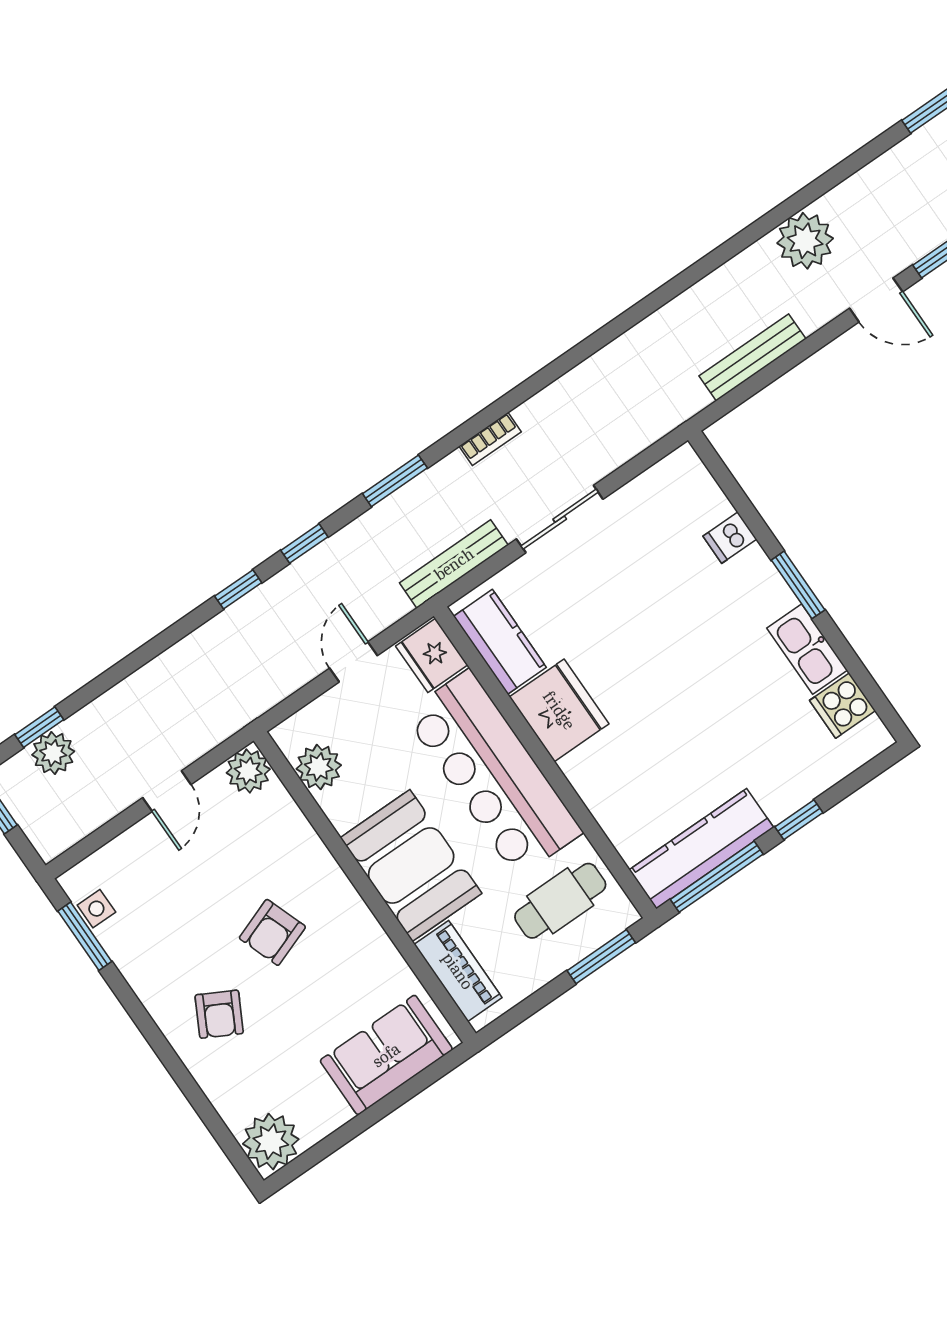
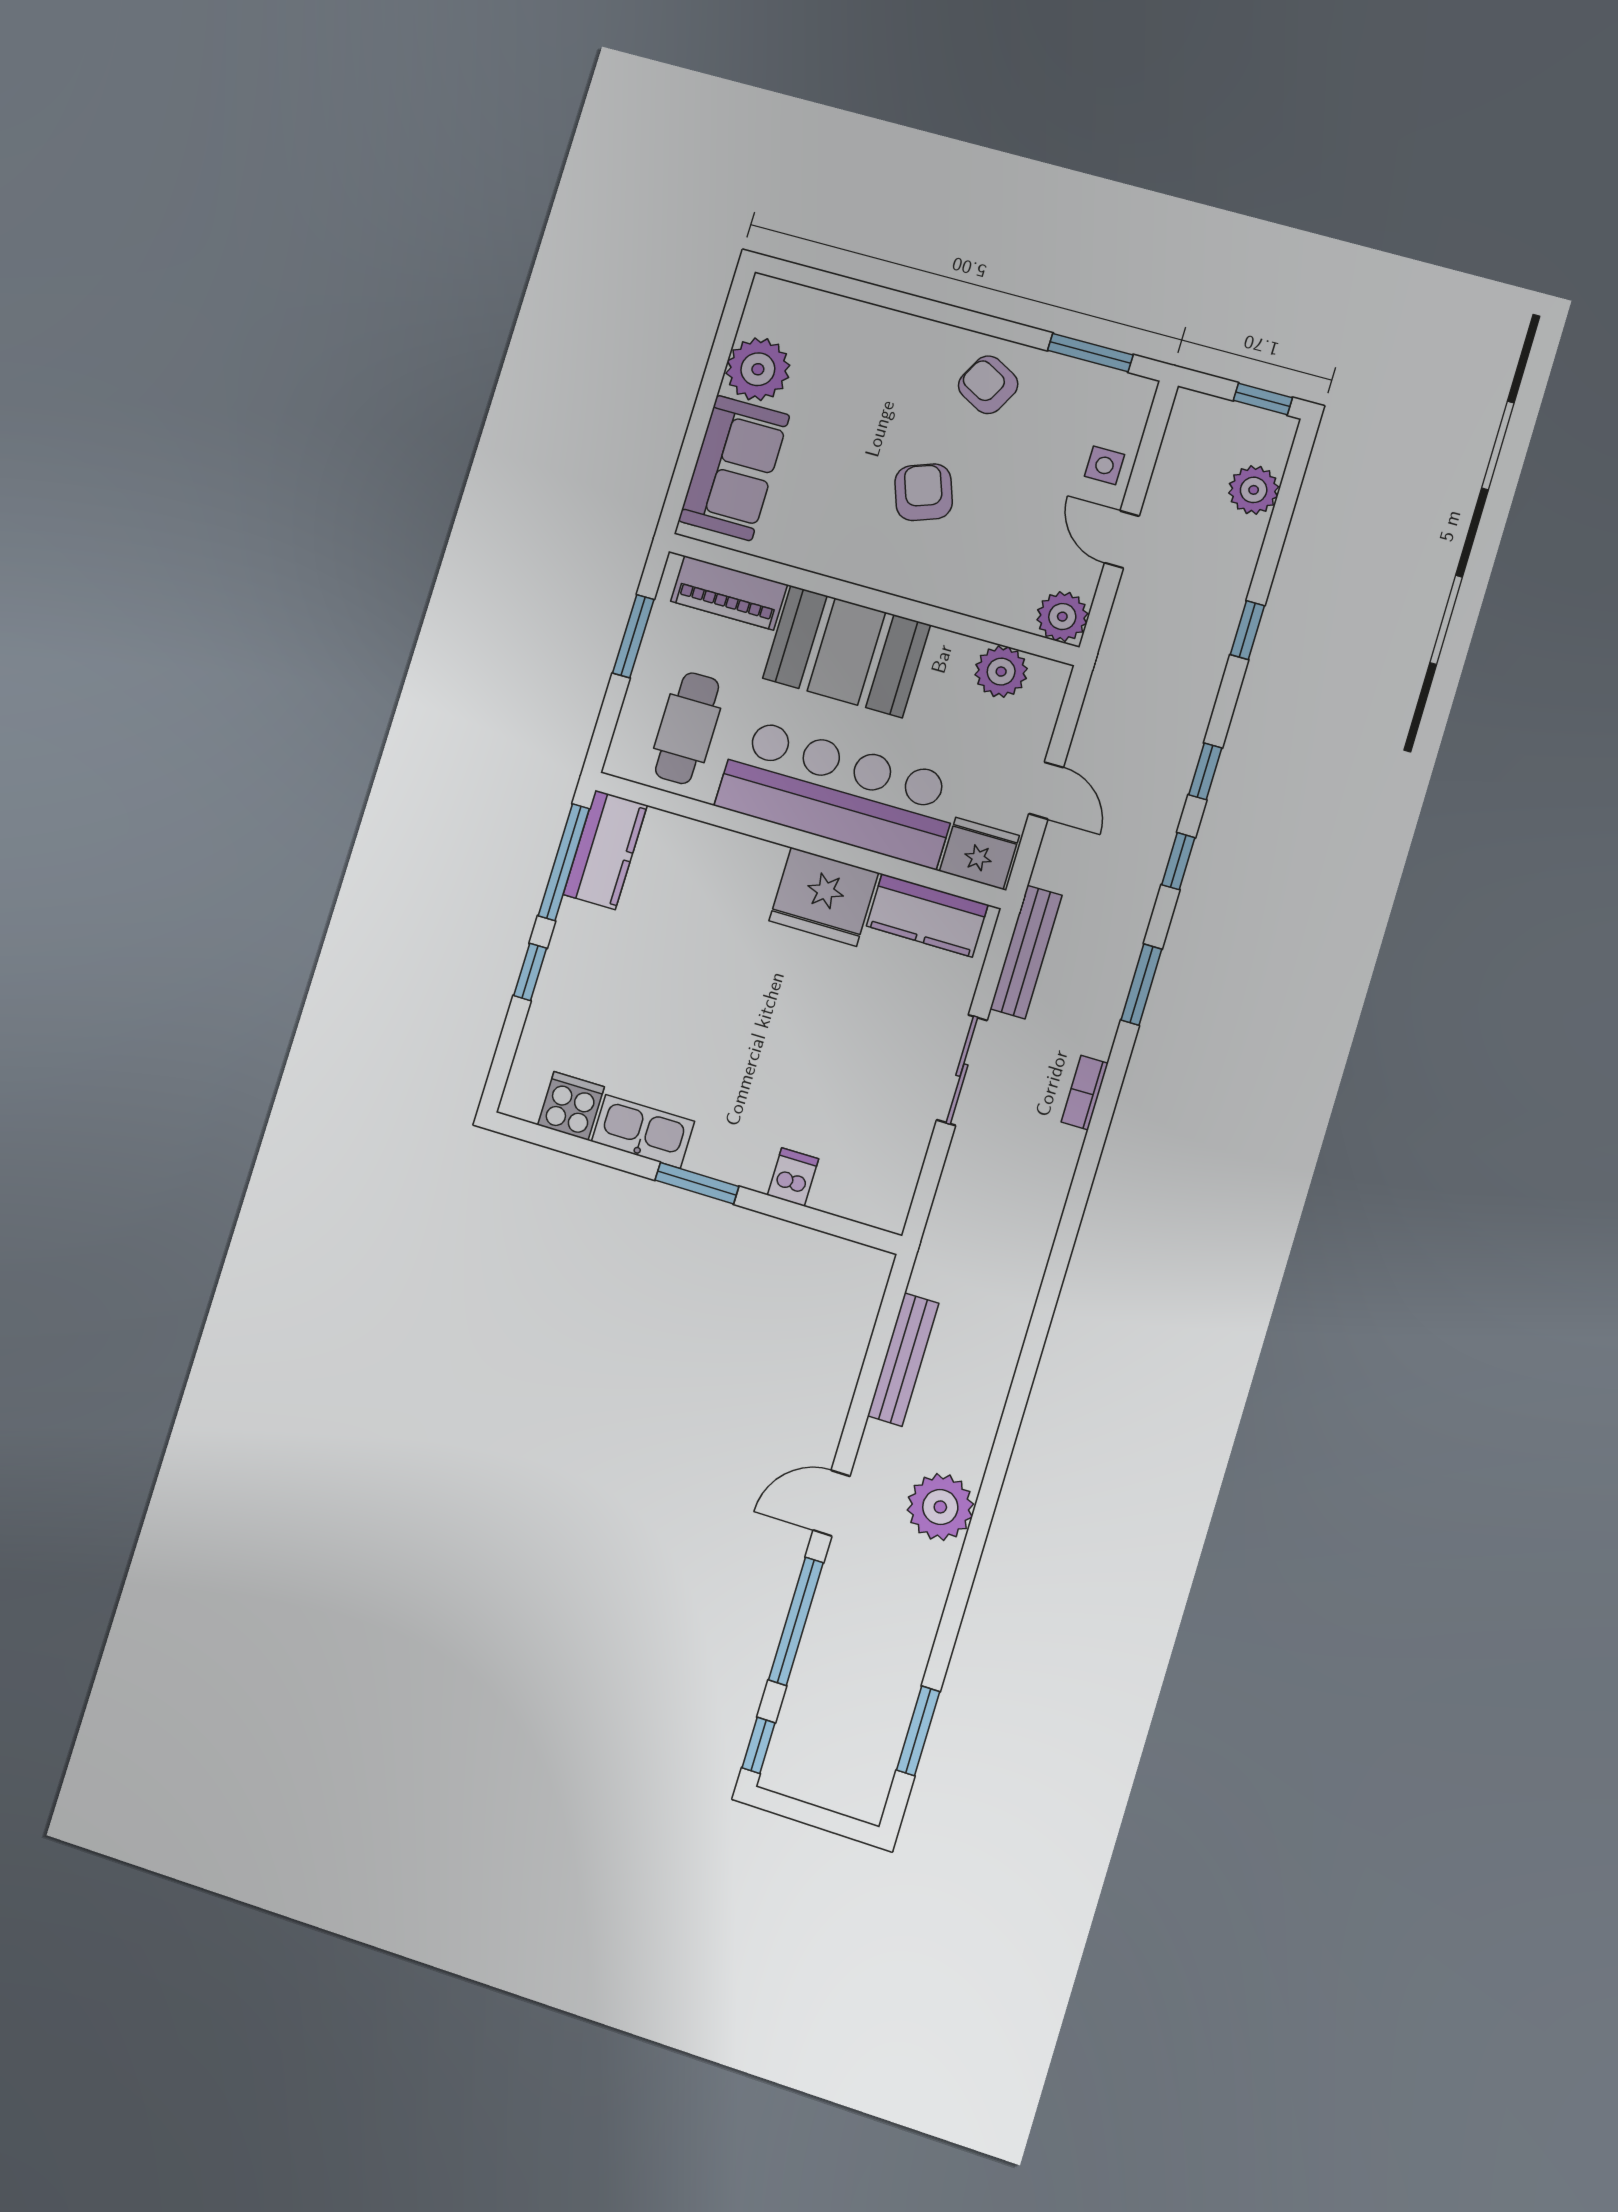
window: (39, 727) -> (1247, 630), moved
kitchen counter: (701, 849) -> (605, 850), width x0.67
side table: (96, 909) -> (1105, 465), moved
window: (601, 957) -> (633, 636), moved
armchair: (219, 1014) -> (988, 385), moved
plant: (271, 1142) -> (758, 369), moved

